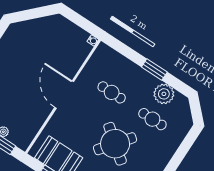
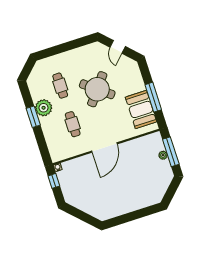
window: (86, 25) -> (54, 181), added
plant: (164, 94) -> (44, 108), moved

